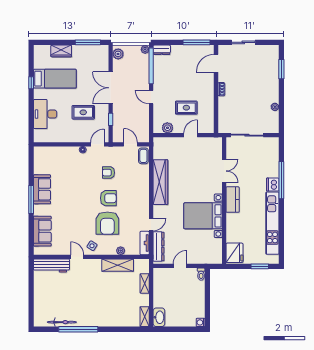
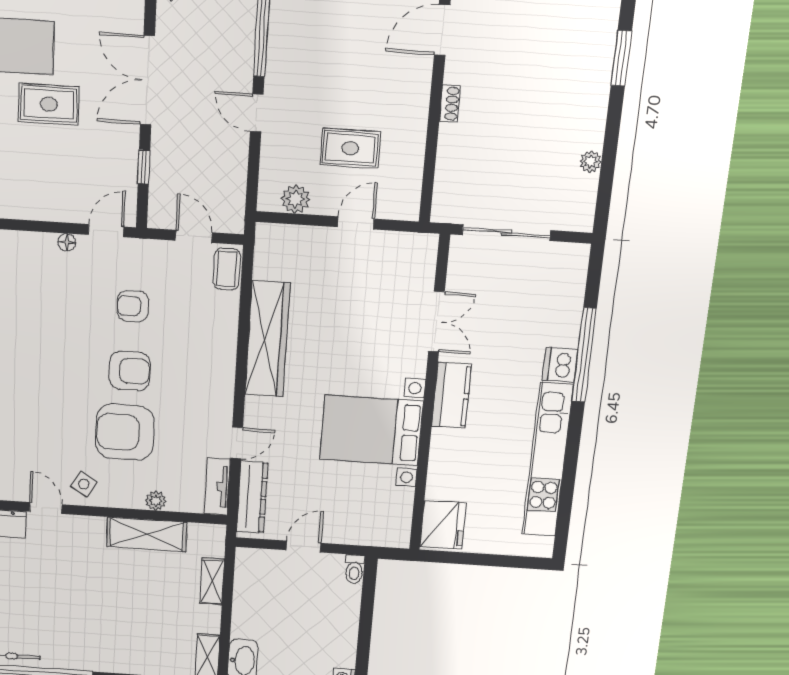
rug: (83, 112) -> (49, 104), moved
armchair: (107, 223) -> (125, 432), turned 90
window: (260, 266) -> (503, 561), removed

